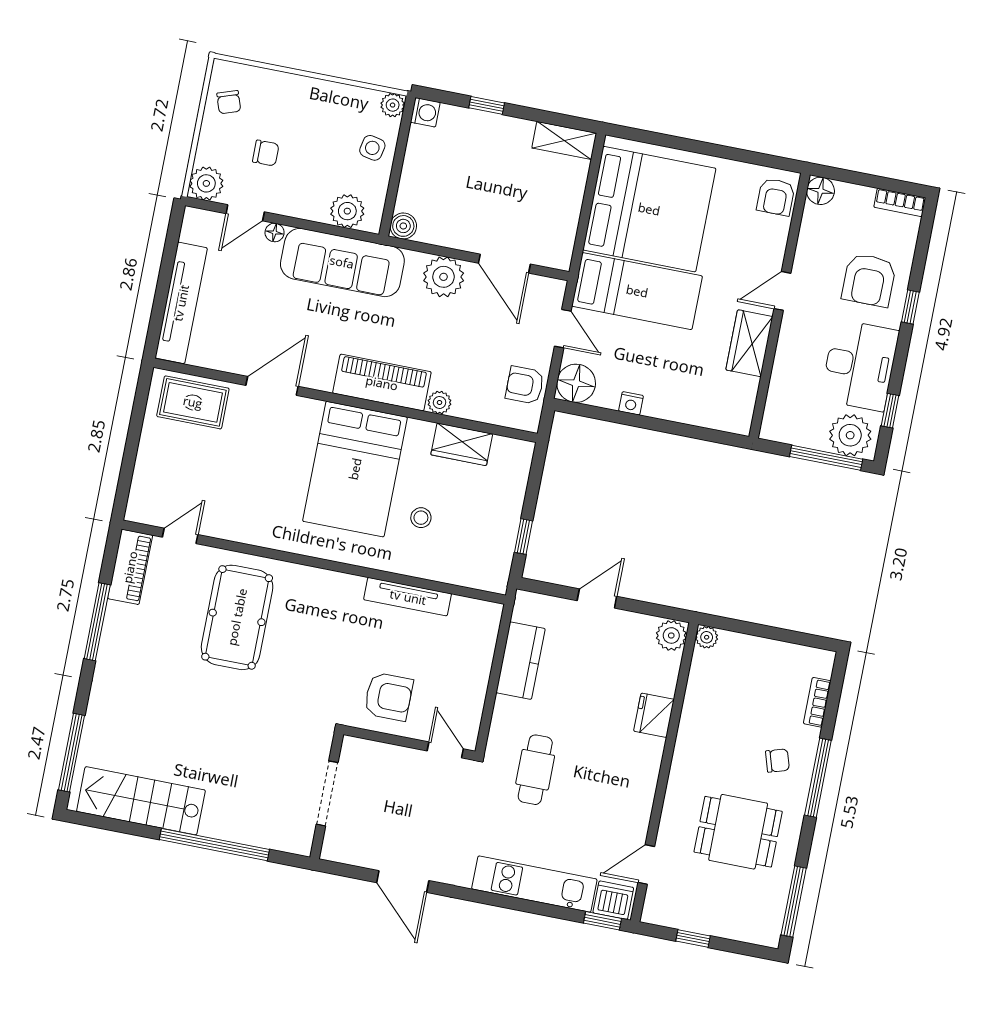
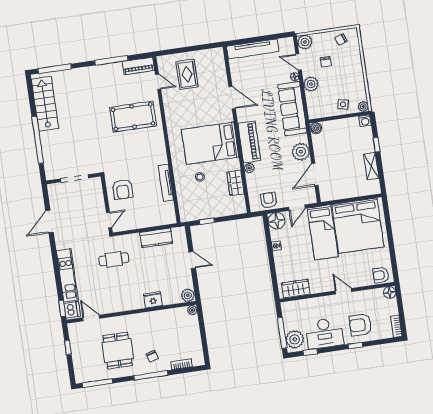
shelving: (564, 140) -> (371, 166), moved
plant: (347, 211) -> (311, 84), moved
wardrobe: (749, 343) -> (296, 289), moved
rug: (193, 402) -> (187, 74), moved

